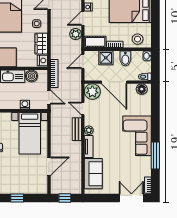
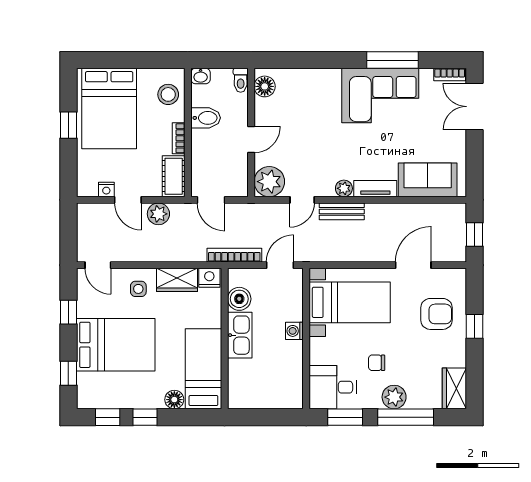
shower: (106, 58) -> (204, 156), removed
door: (114, 82) -> (251, 140), width x0.53
washing machine: (25, 105) -> (294, 331), moved
corner sofa: (137, 136) -> (380, 96), moved
door: (49, 166) -> (413, 265), hinge flipped
armchair: (24, 178) -> (436, 314), added

